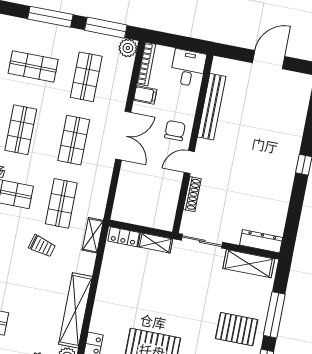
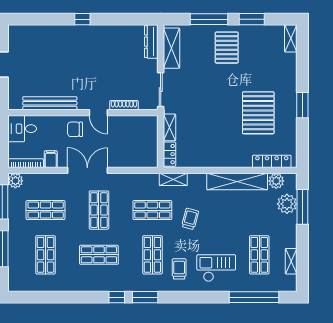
shop shelf: (74, 140) -> (99, 210), turned 90

